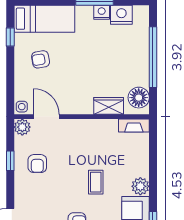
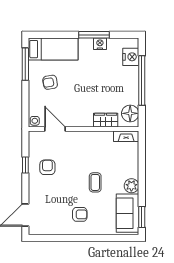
nightstand: (121, 15) -> (131, 57), moved, turned 90
window: (10, 37) -> (25, 64), width x2.17
plant: (22, 127) -> (35, 138), removed
armchair: (37, 164) -> (47, 167), turned 180

